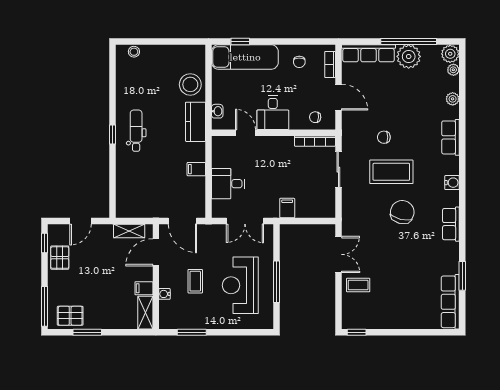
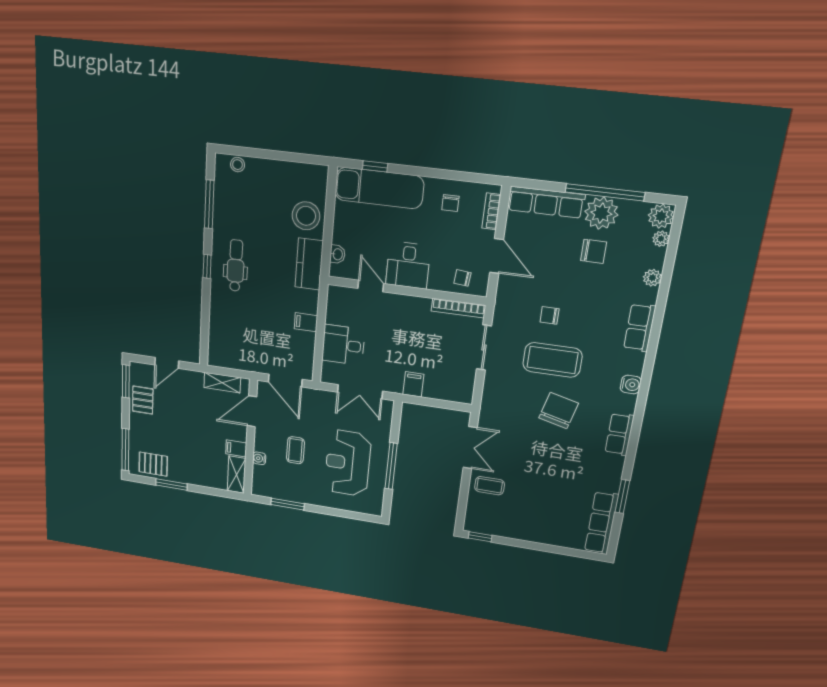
window: (113, 85) -> (209, 204), added
chair: (408, 85) -> (594, 251), added
window: (44, 243) -> (126, 381), width x1.50

